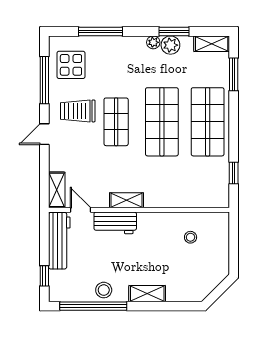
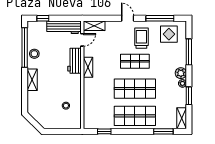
plant: (170, 45) -> (181, 73), moved

